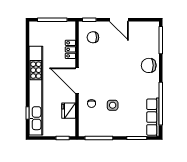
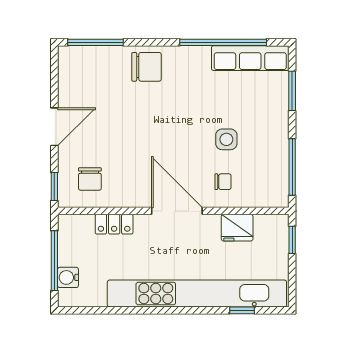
water cooler: (44, 26) -> (68, 277), added
chair: (149, 65) -> (146, 67), turned -90
door: (77, 81) -> (177, 211), swing flipped

